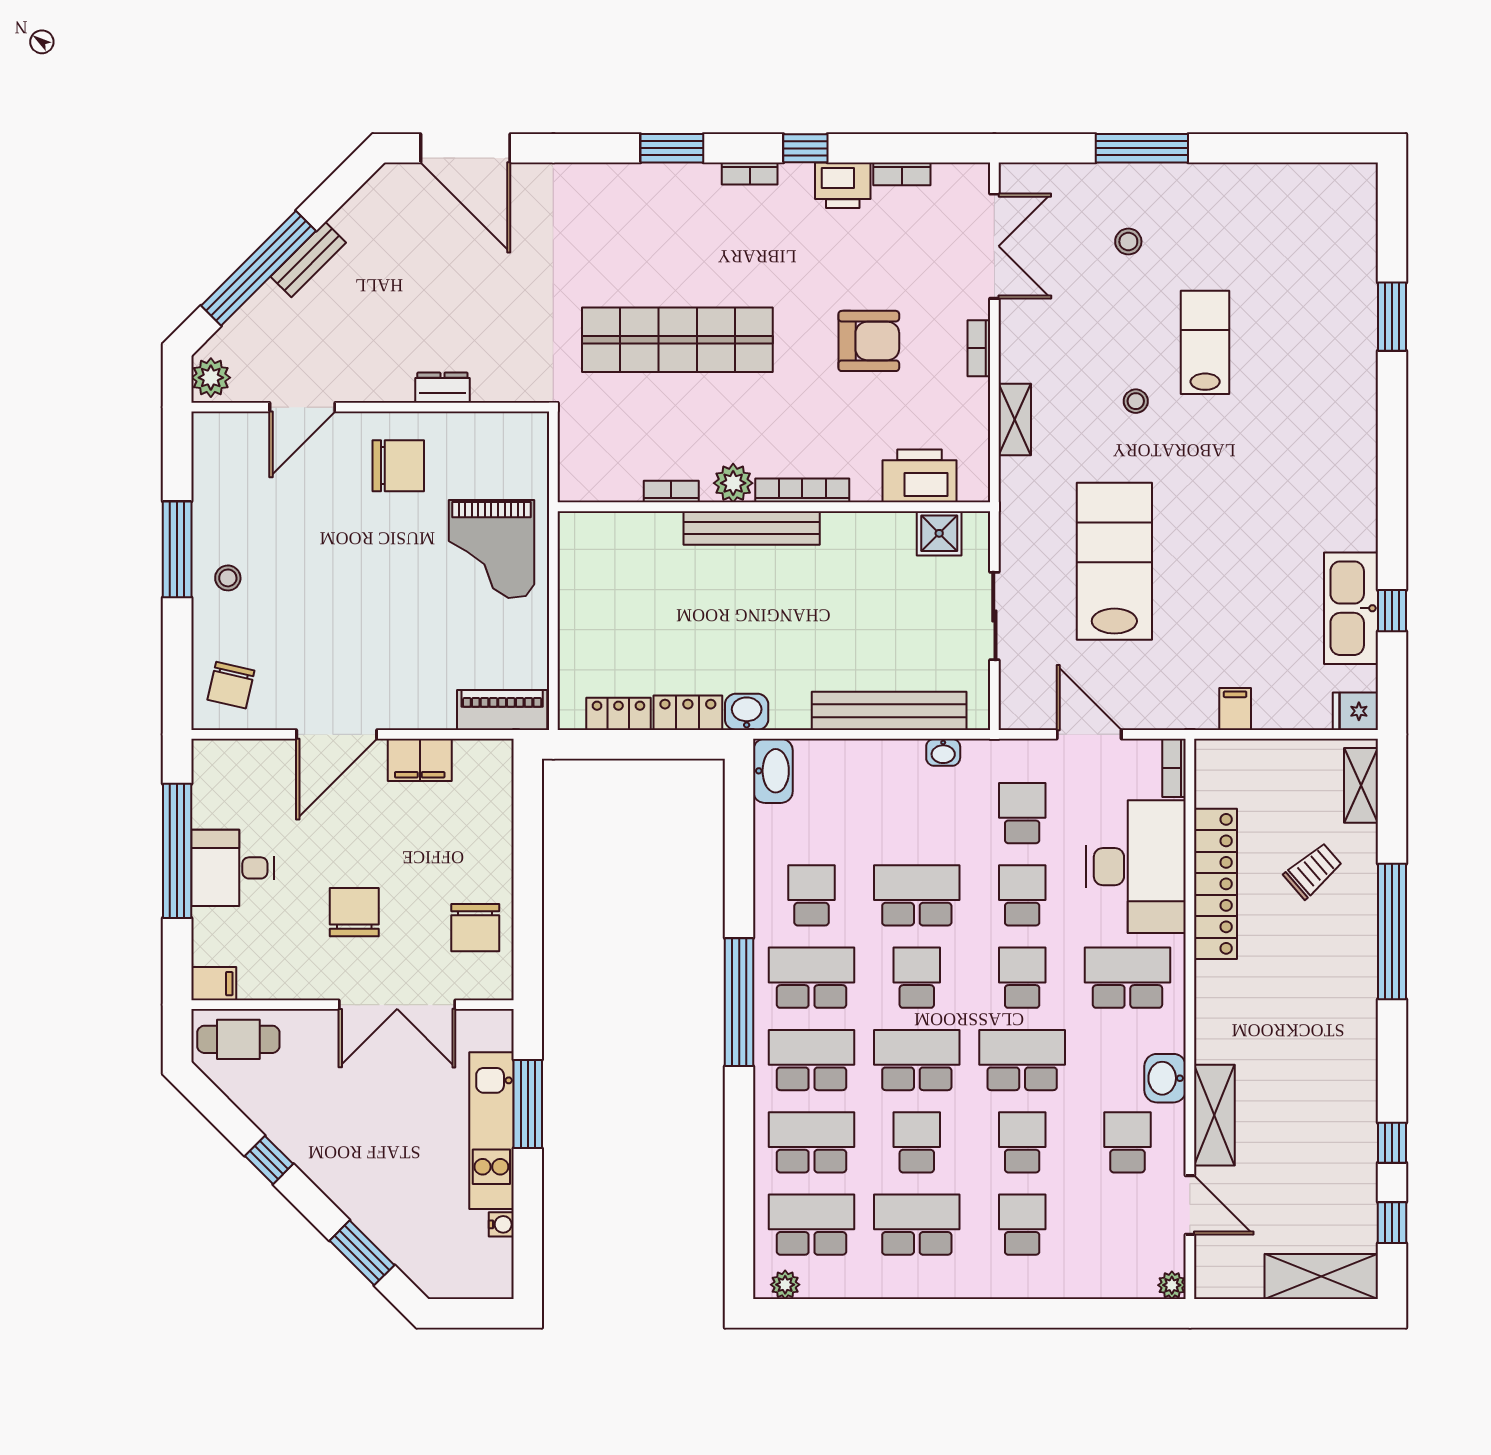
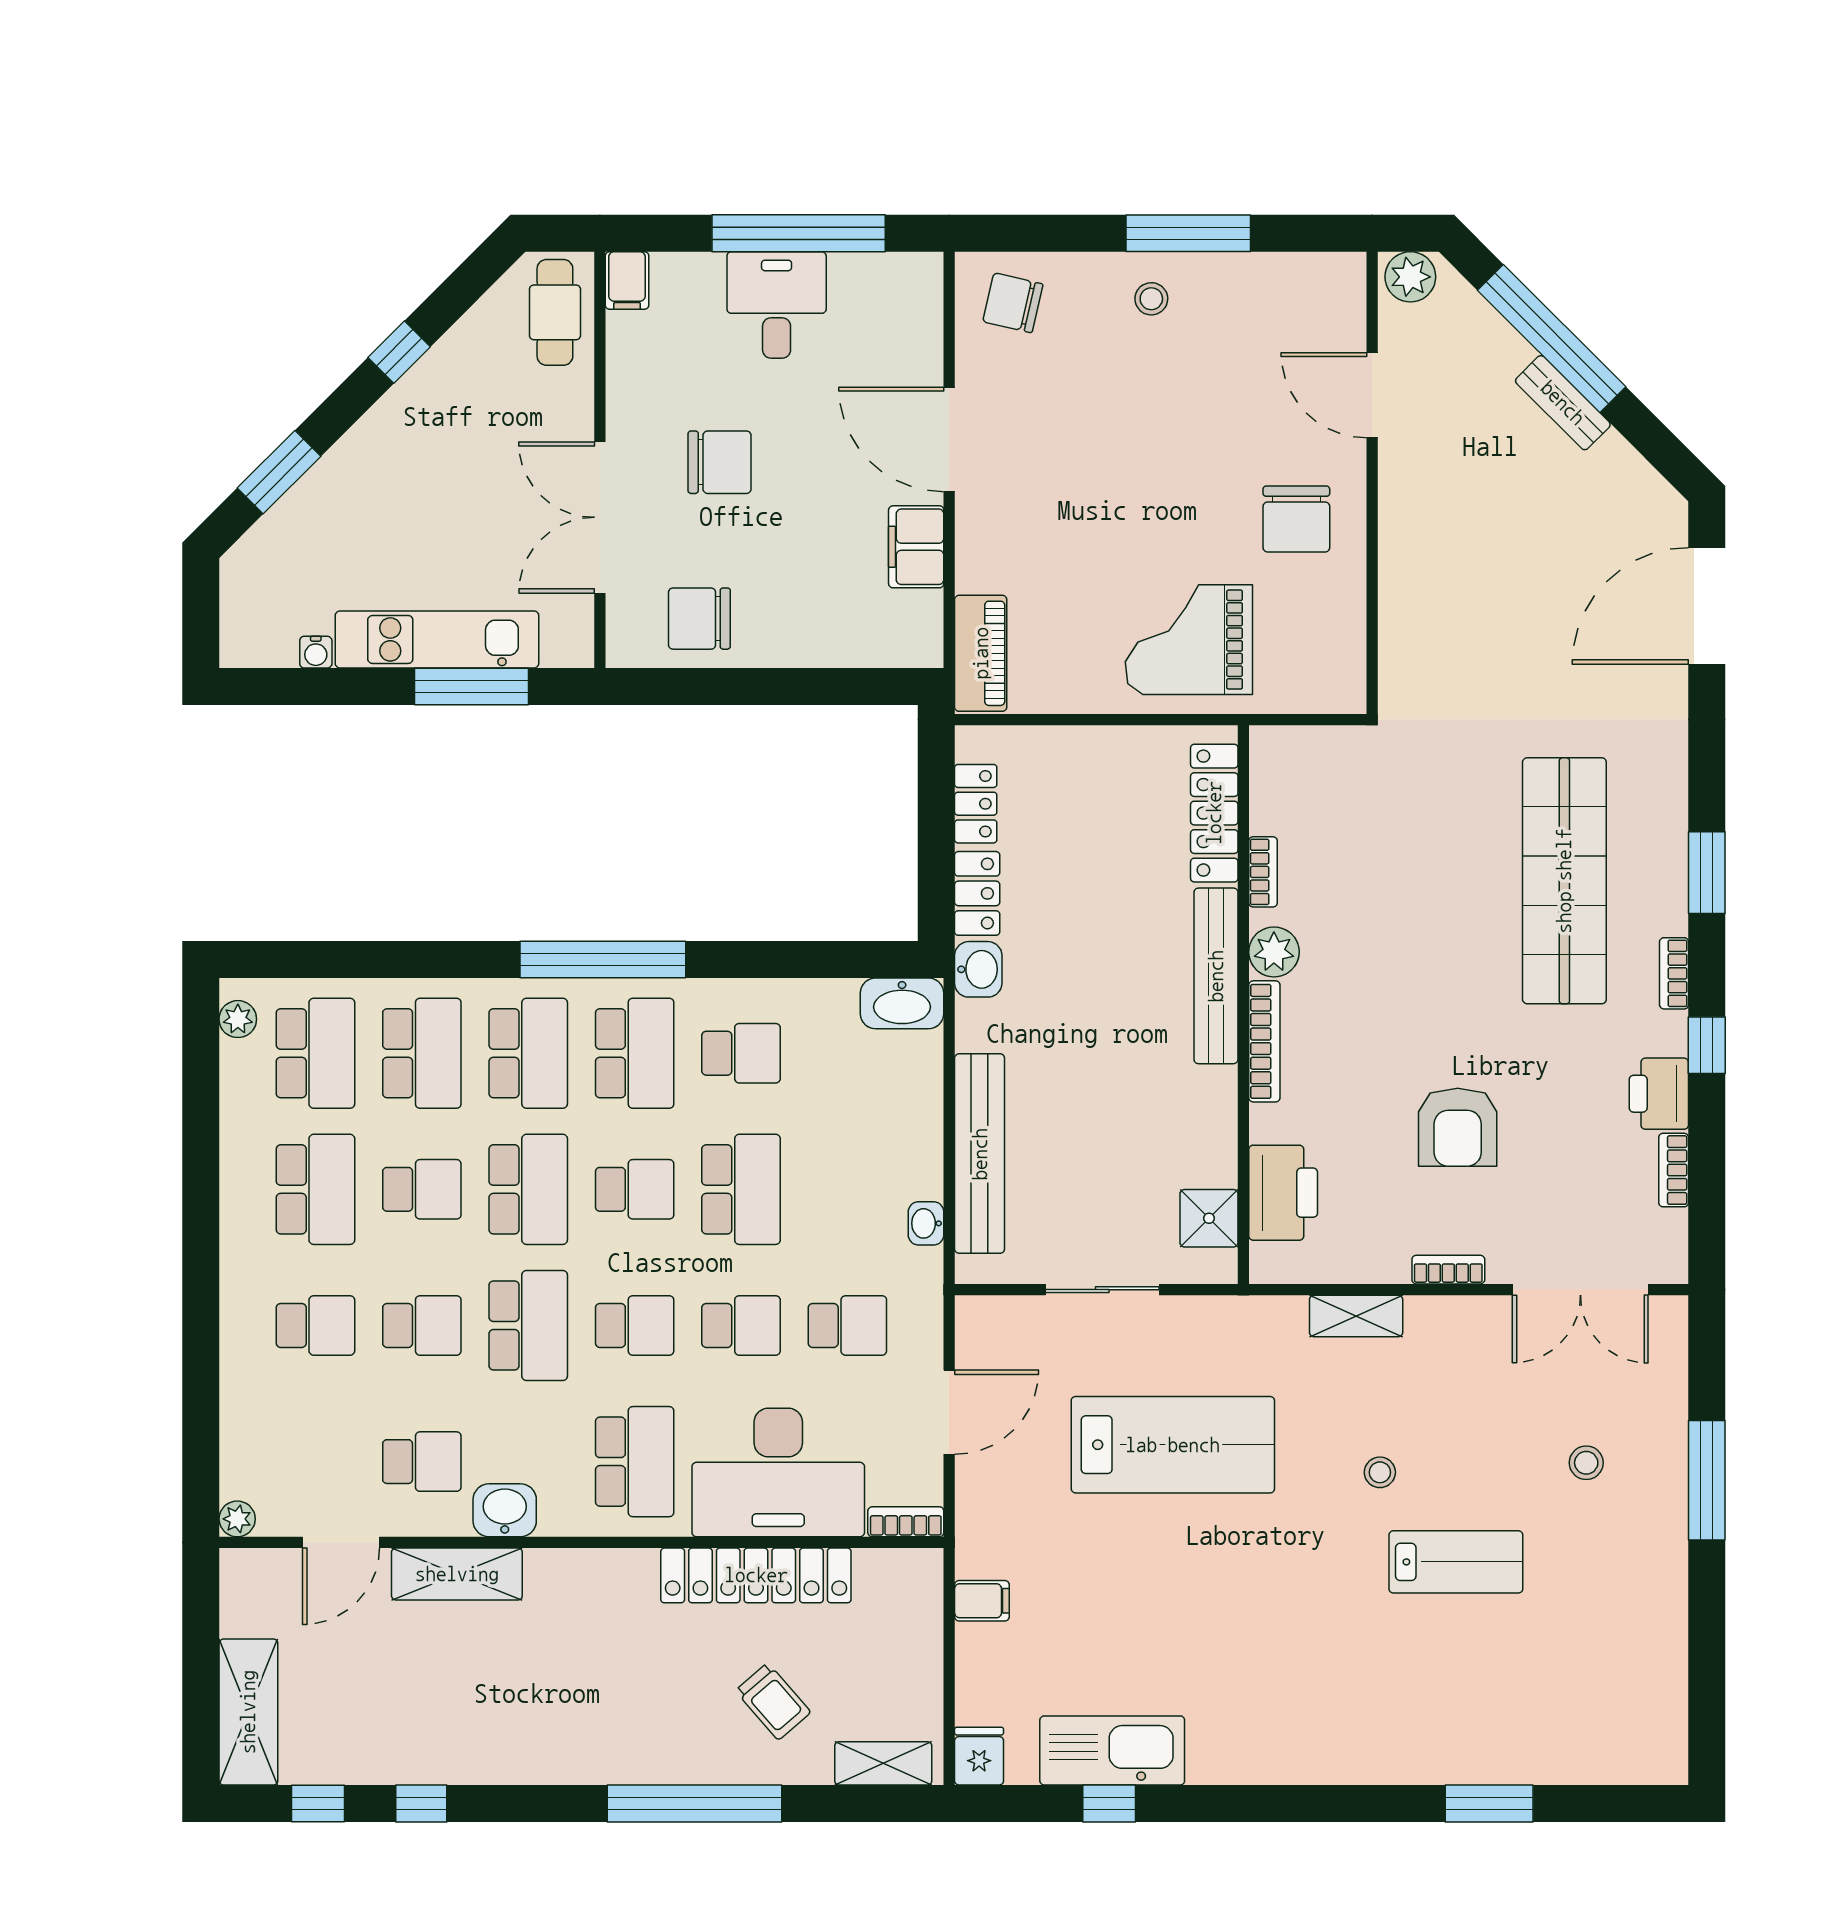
shop shelf: (677, 340) -> (1564, 881), moved
dresser: (442, 388) -> (1397, 576), removed
locker: (626, 529) -> (1214, 813), added

